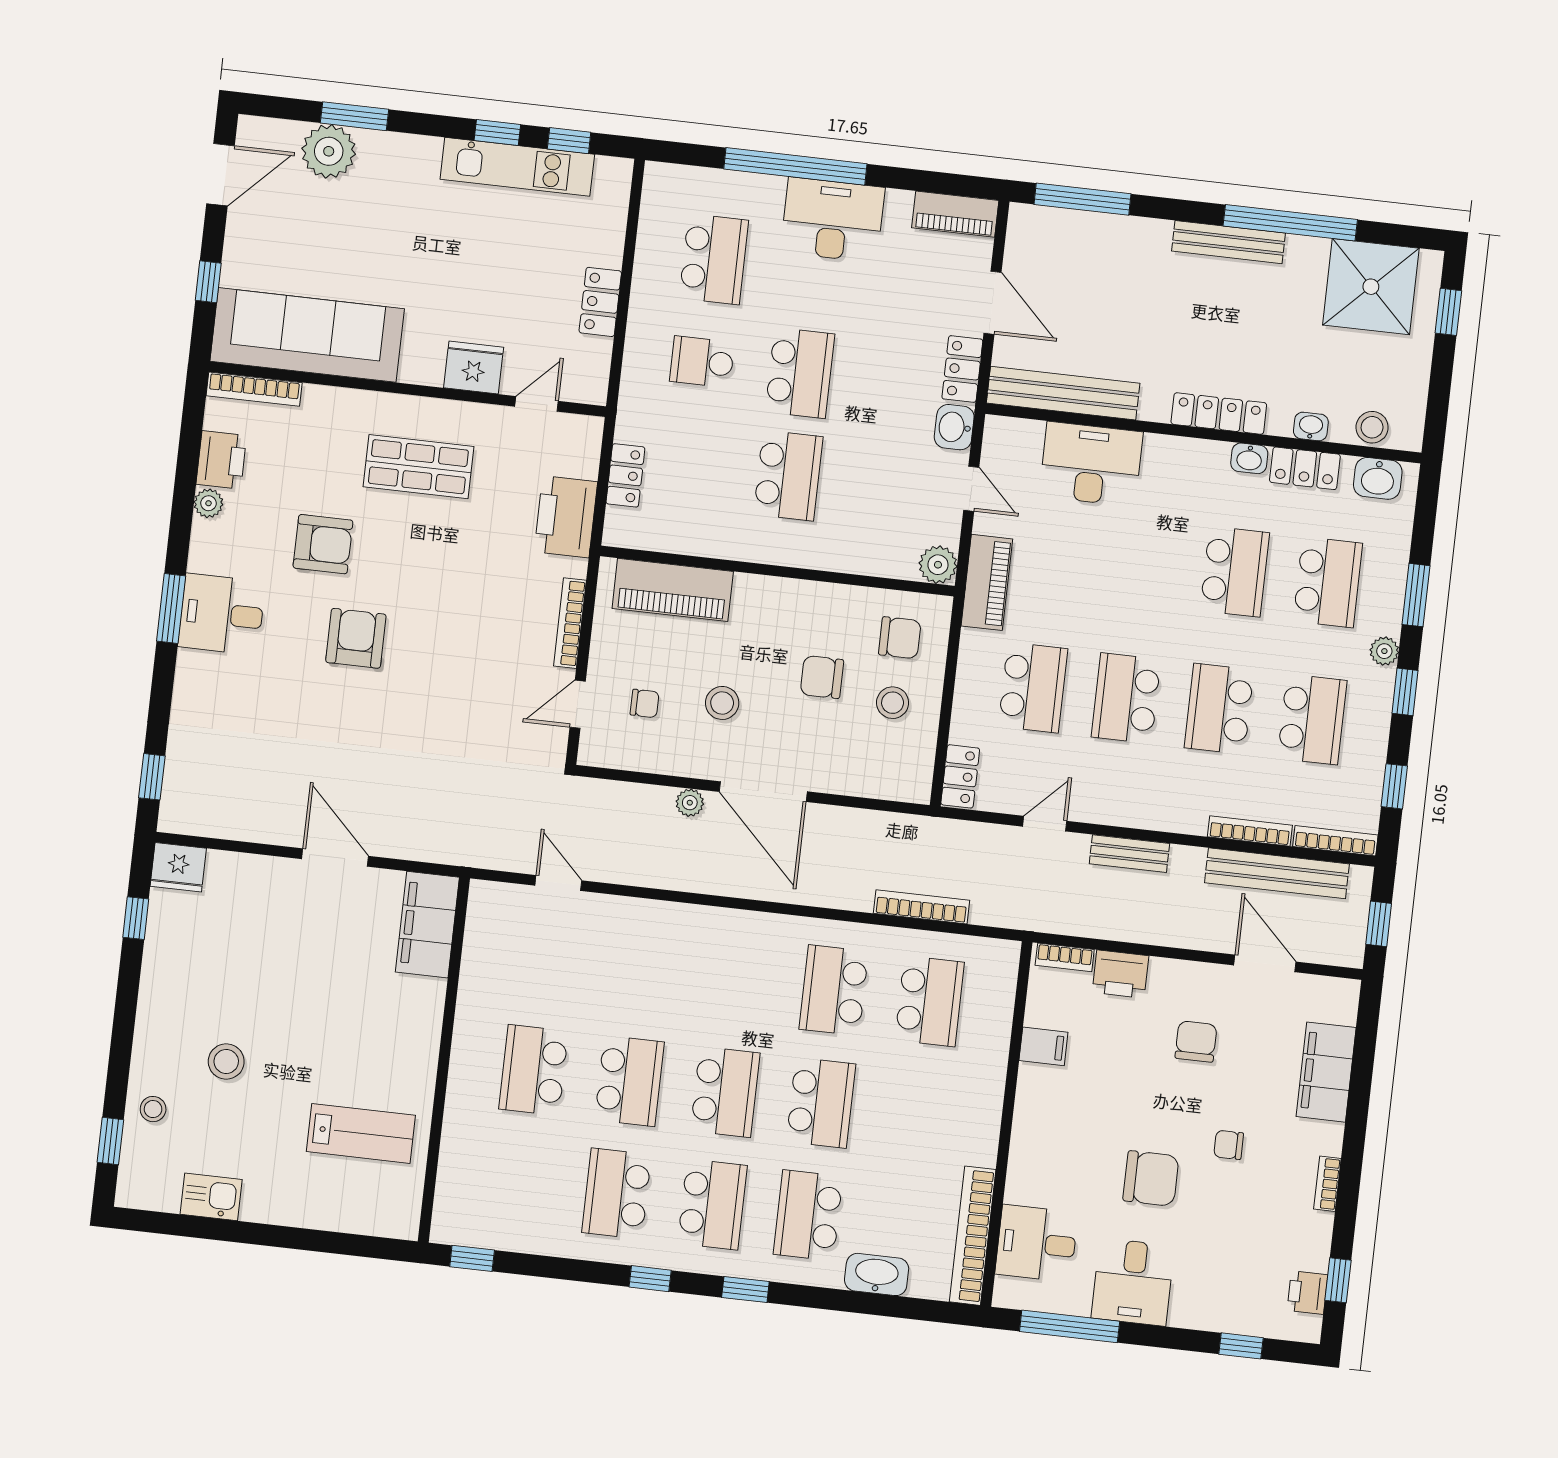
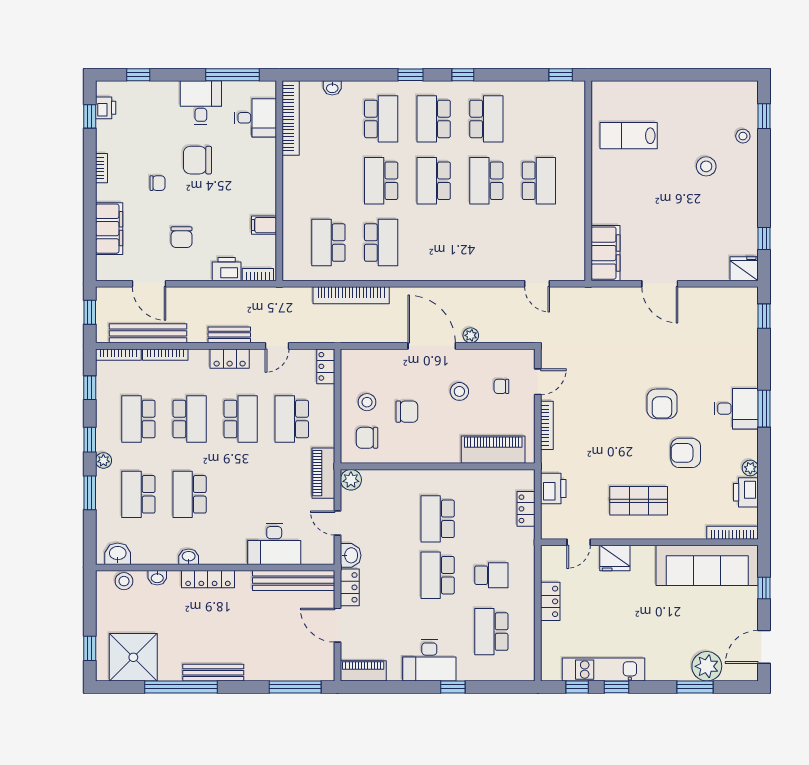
window: (795, 166) -> (453, 687), width x0.32
locker: (1305, 468) -> (230, 359), moved, turned 180
printer: (566, 517) -> (553, 488), width x0.73, depth x0.84
bookcase: (921, 907) -> (351, 295), width x1.48, depth x1.31
kitchen sink: (211, 1197) -> (706, 92), removed
washbasin: (877, 1274) -> (332, 88), width x0.52, depth x0.69

